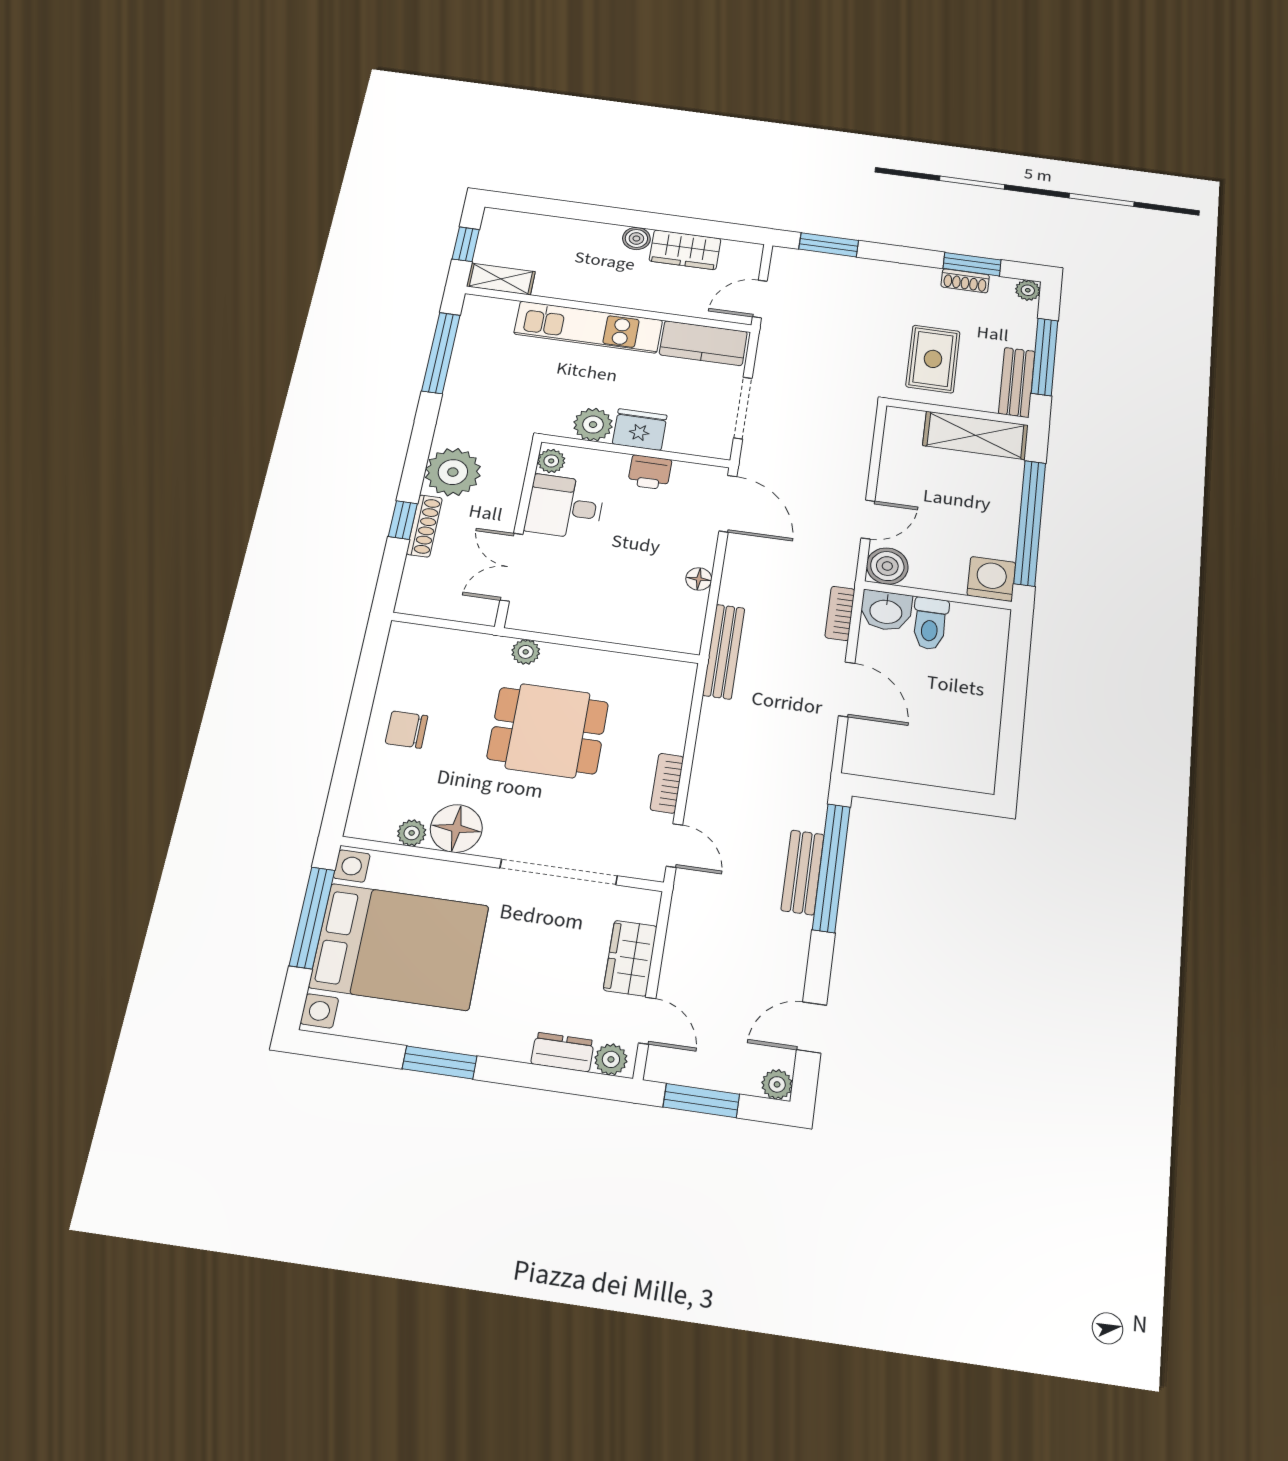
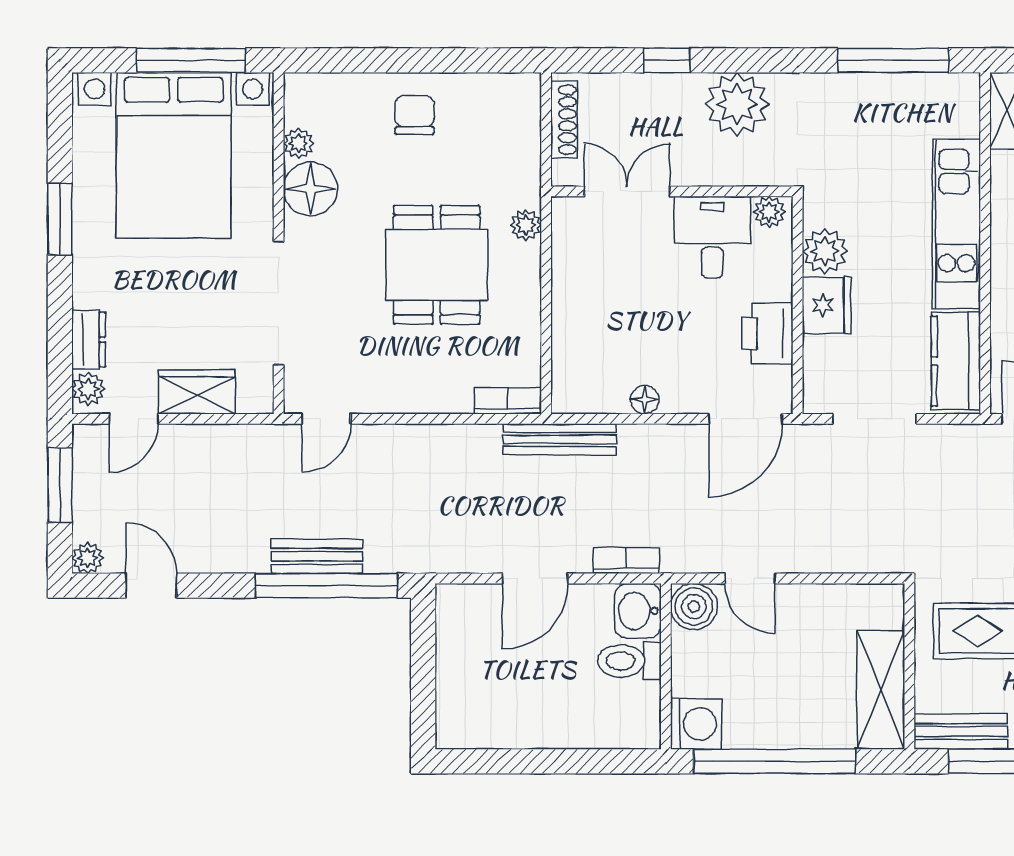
printer: (650, 472) -> (767, 333), width x1.36, depth x1.24
shoe rack: (424, 526) -> (564, 120), moved, turned -90
bookcase: (667, 783) -> (508, 401), moved

